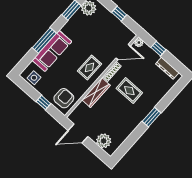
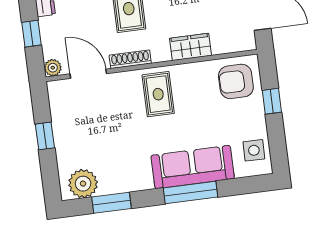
rug: (90, 67) -> (158, 94), turned 90
wardrobe: (96, 93) -> (190, 47), width x0.67

